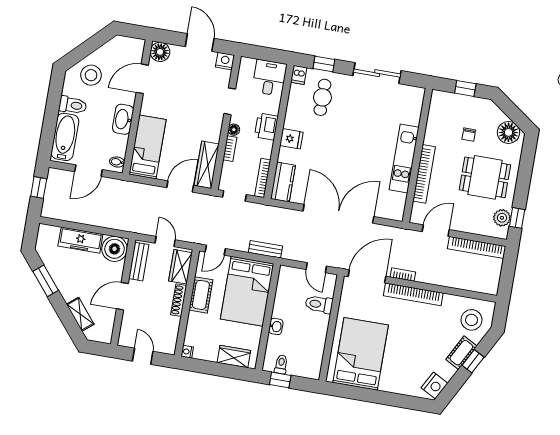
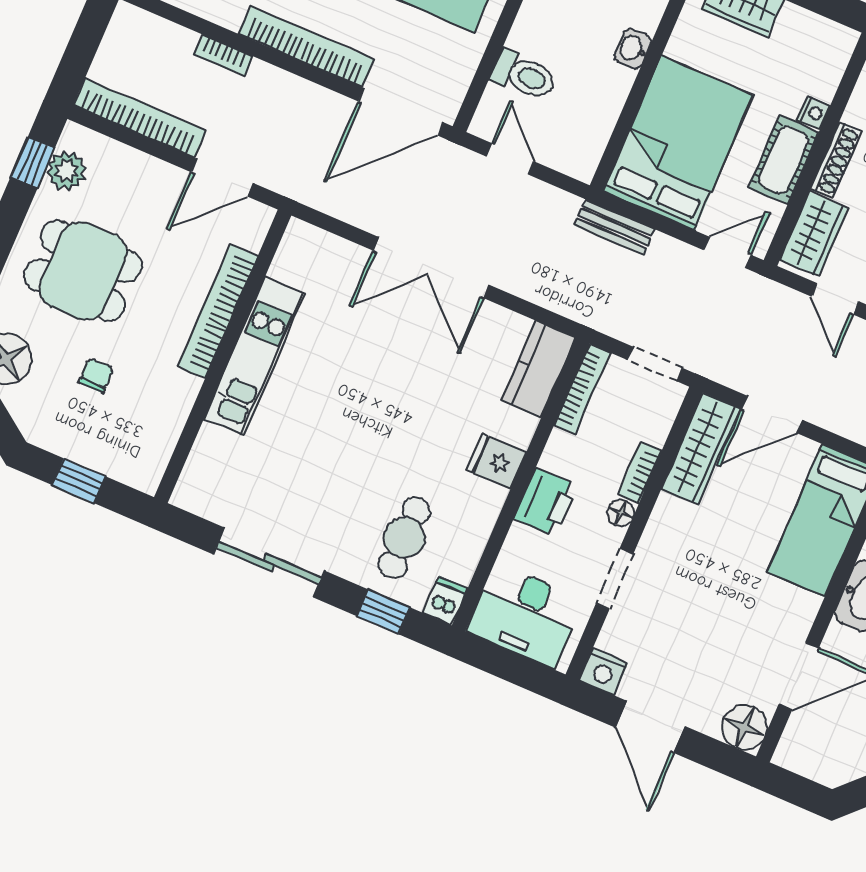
desk: (269, 78) -> (525, 615), width x1.37
double door: (338, 214) -> (431, 268), width x0.73
bookcase: (403, 275) -> (223, 55), moved
nightstand: (187, 352) -> (814, 112), moved

